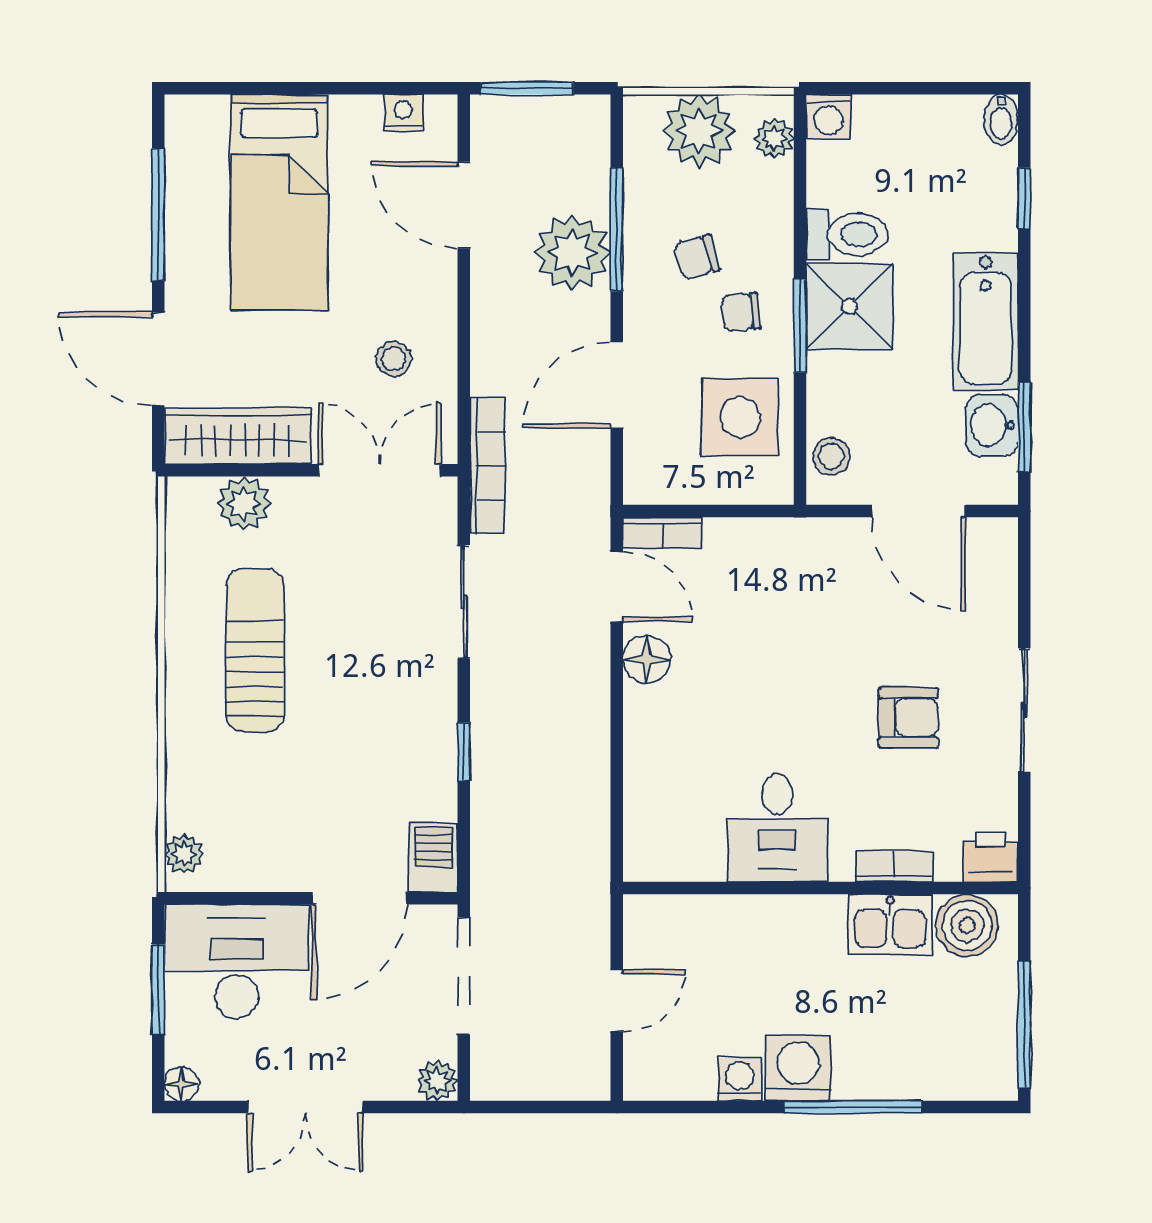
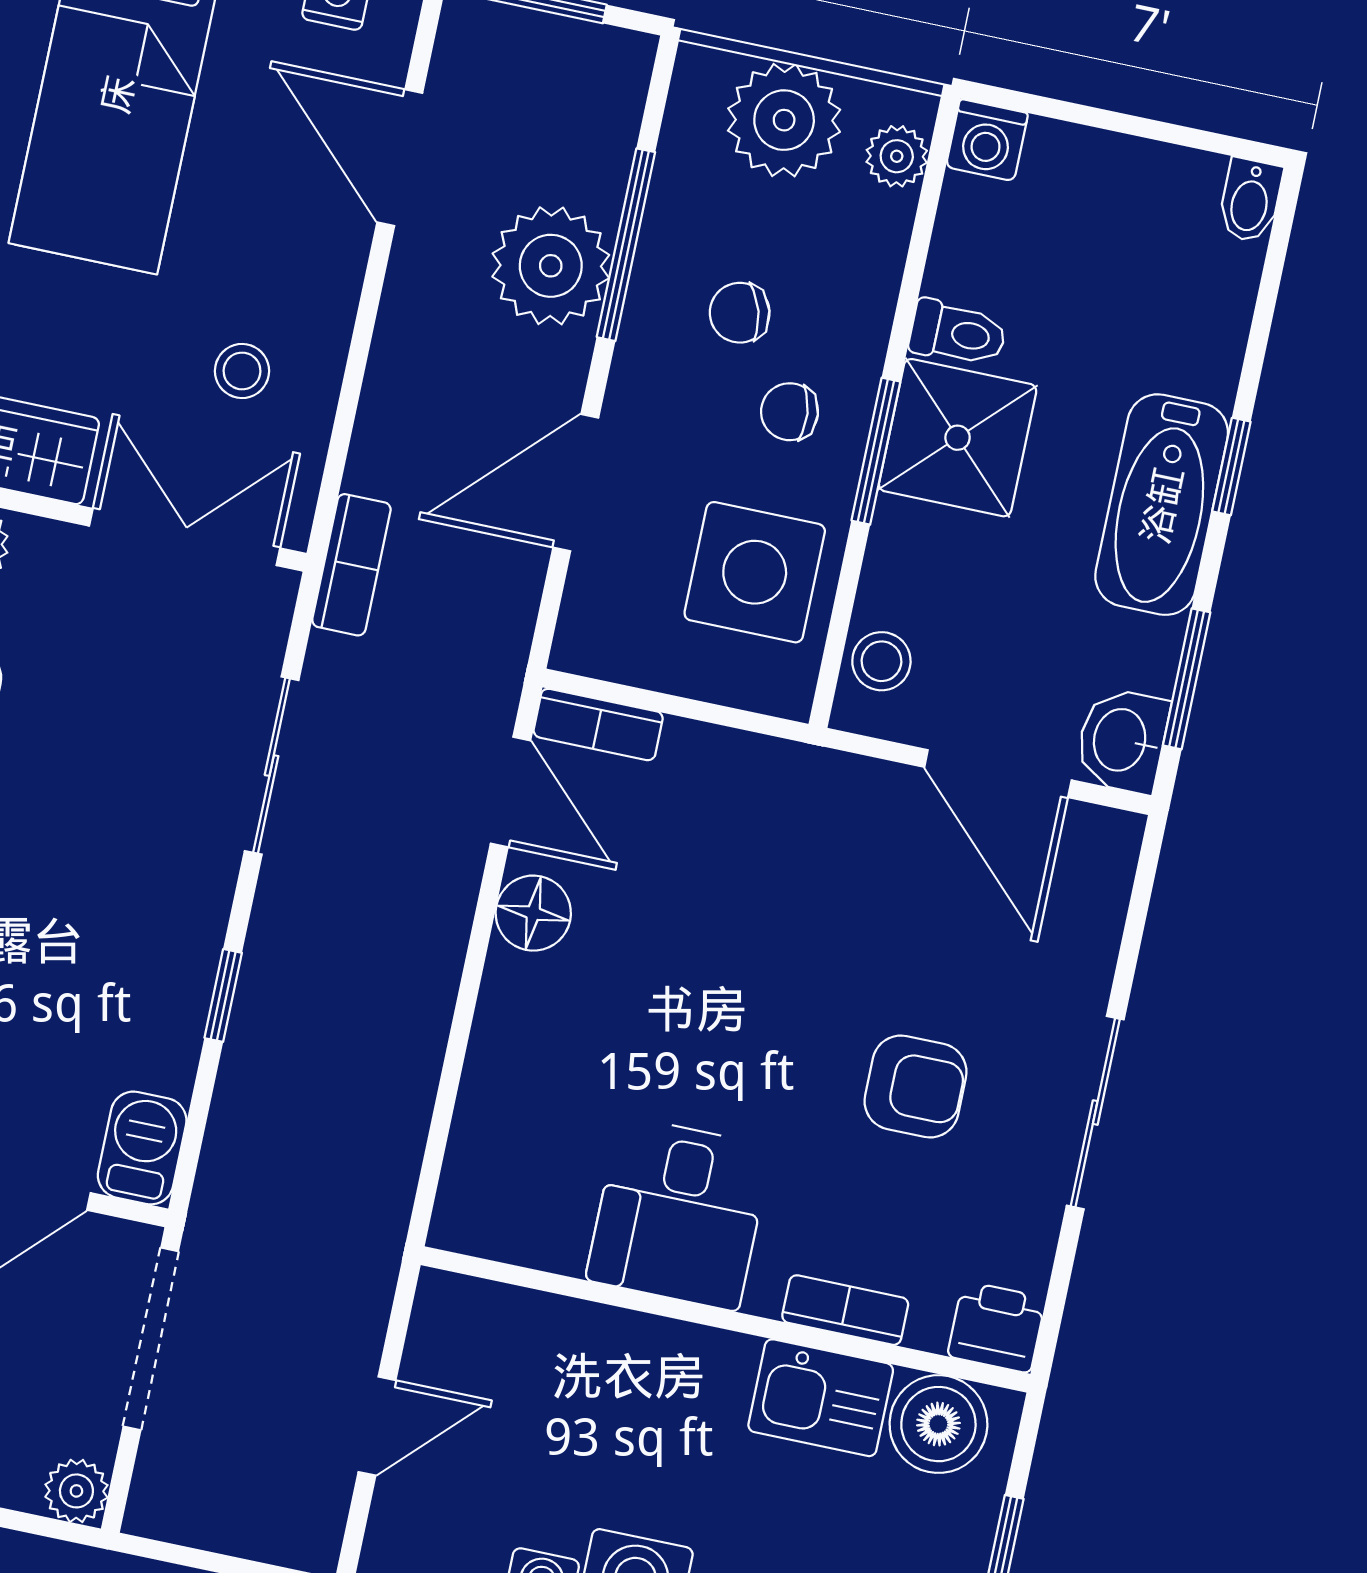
window: (1024, 198) -> (1231, 466), moved
toilet: (847, 234) -> (958, 333), width x0.73, depth x0.72
washbasin: (992, 425) -> (1122, 740), moved
bookcase: (487, 466) -> (351, 565), width x0.64

